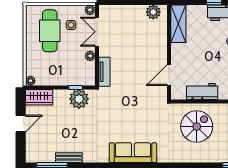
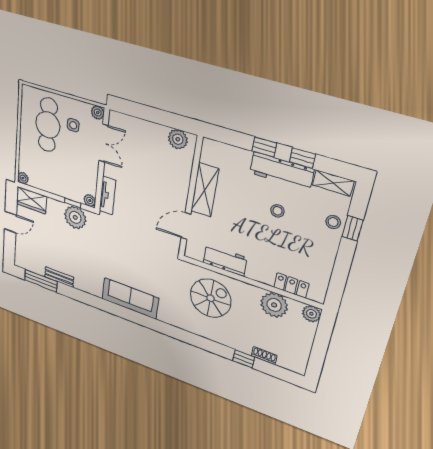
shelving: (178, 24) -> (205, 190), moved
double door: (97, 32) -> (104, 143), swing flipped
plant: (90, 56) -> (90, 200), moved

